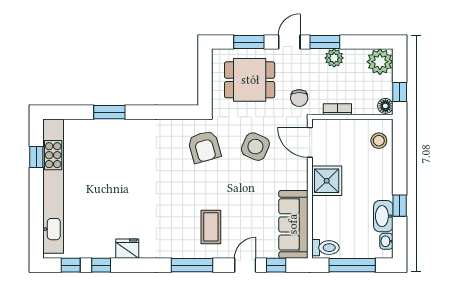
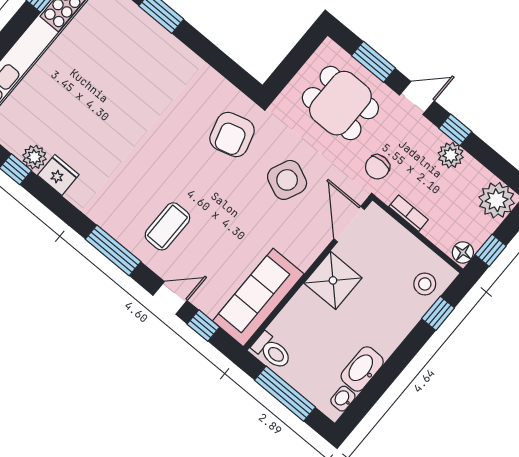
window: (325, 42) -> (455, 130), width x0.67
window: (400, 206) -> (438, 313), moved
plant: (106, 250) -> (34, 157), added

